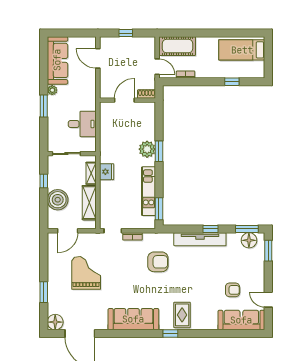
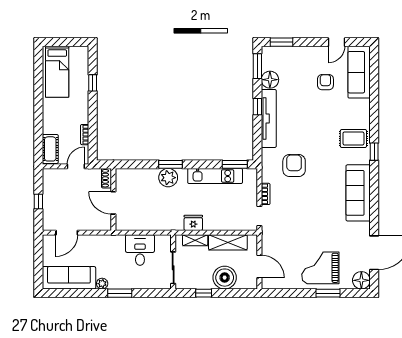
cot: (177, 46) -> (50, 149), width x0.73, depth x0.75
floor lamp: (249, 240) -> (270, 80), moved
grand piano: (86, 273) -> (320, 268), moved

